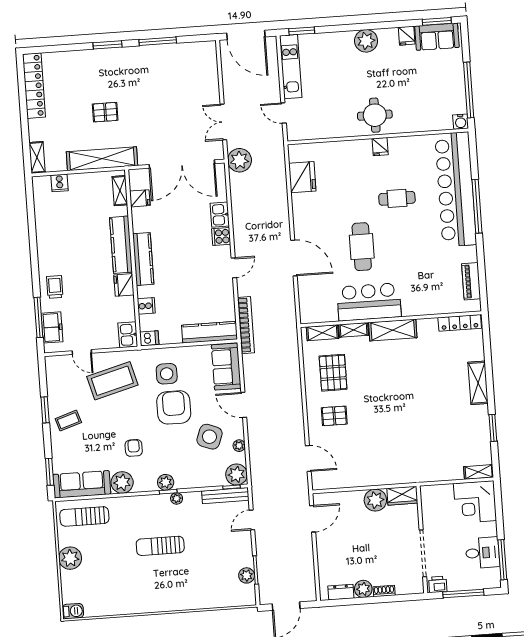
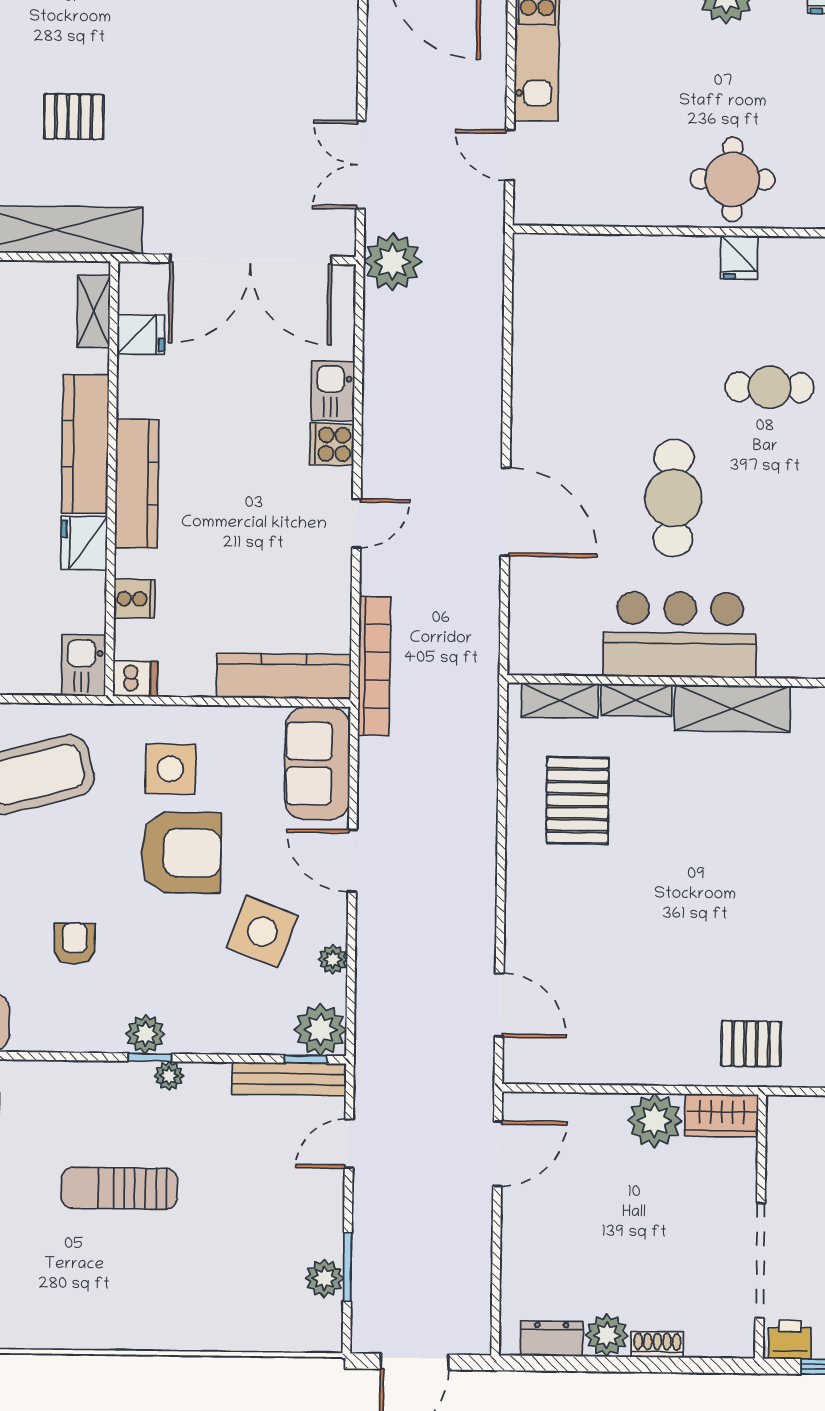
fridge: (302, 177) -> (542, 316), removed
armchair: (174, 407) -> (181, 853), turned 90
pallet: (334, 416) -> (751, 1044), moved
plant: (122, 482) -> (39, 1025), removed

